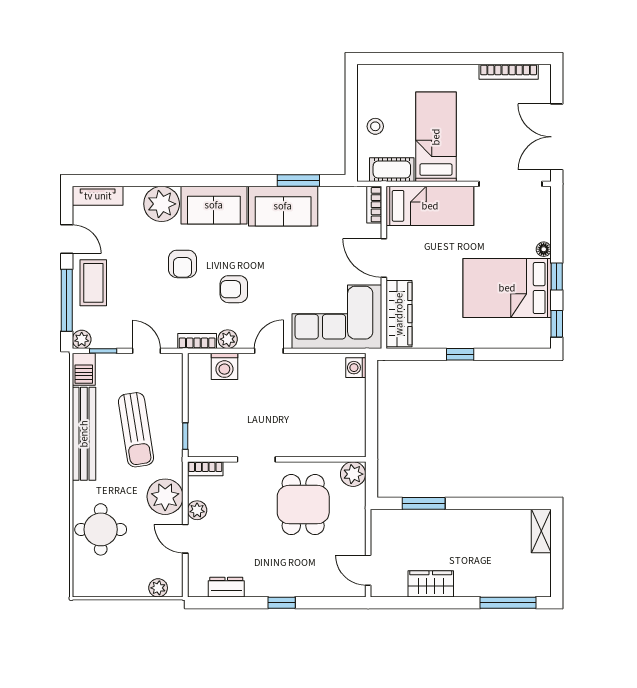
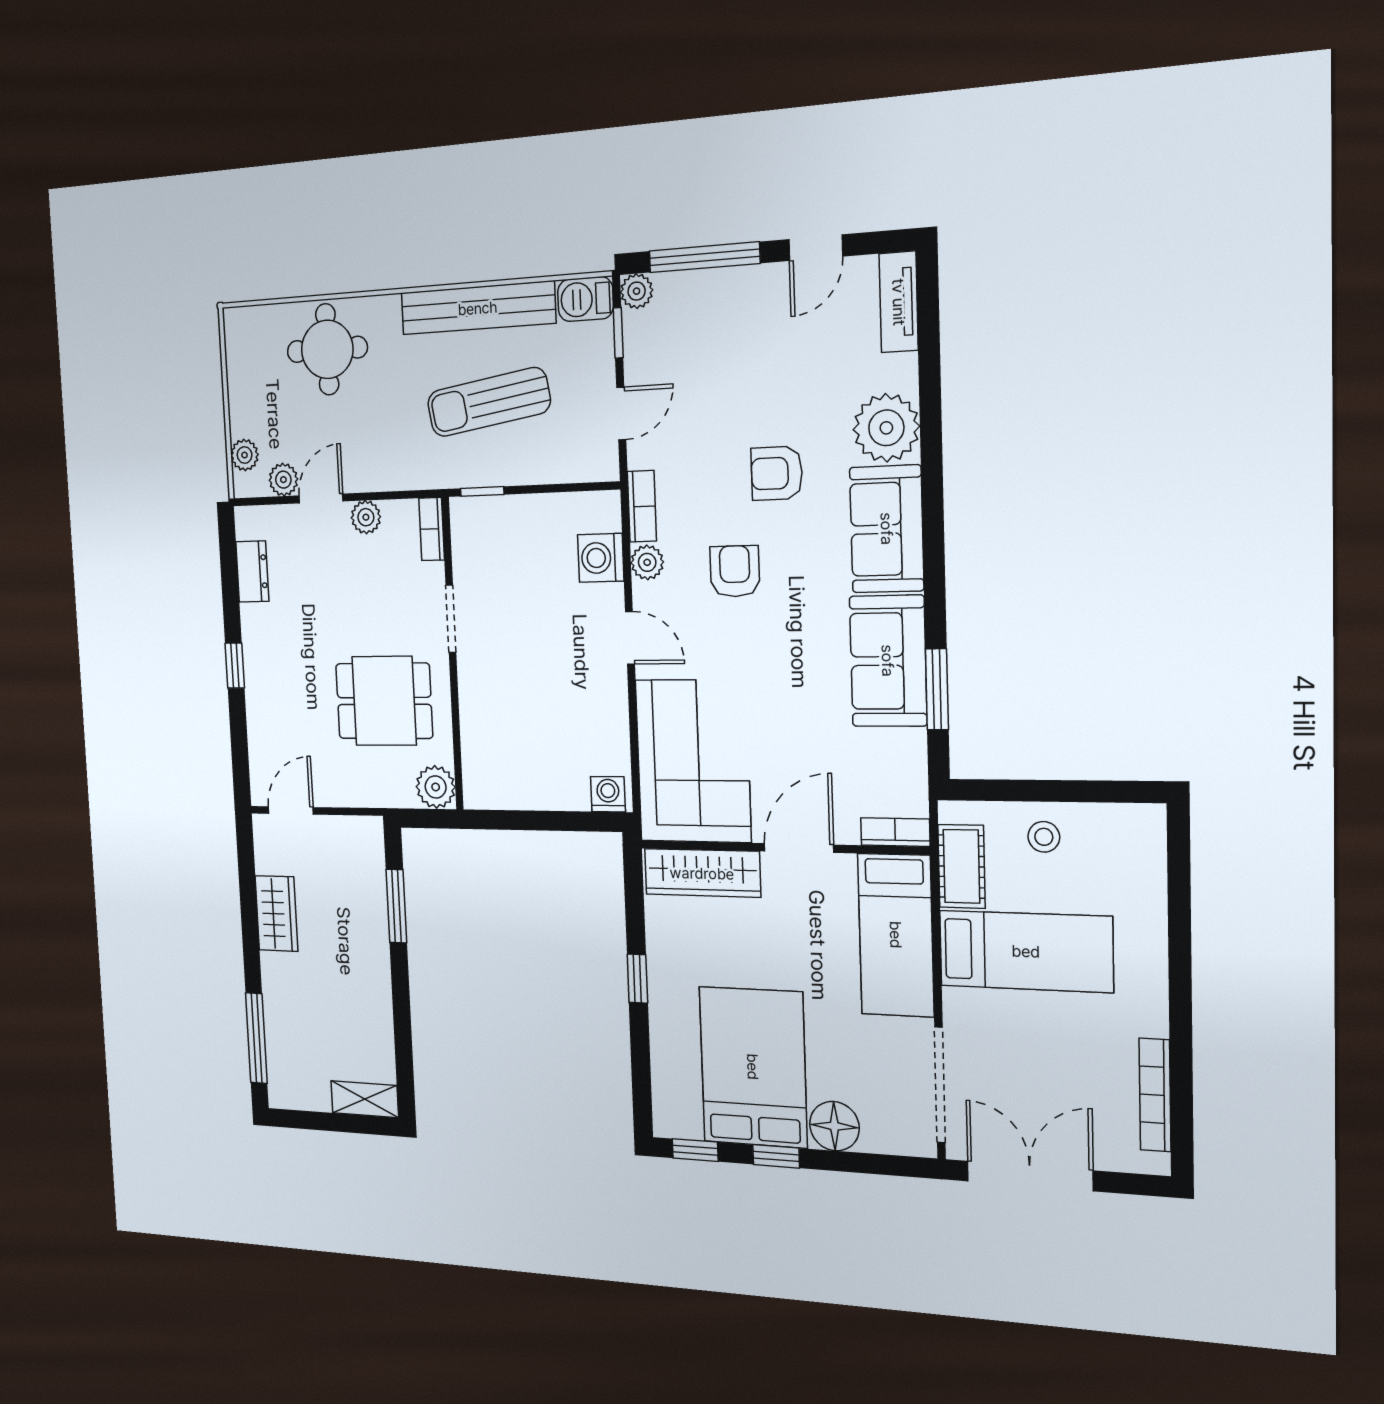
floor lamp: (544, 249) -> (834, 1126), width x1.89, depth x1.89
coffee table: (93, 283) -> (737, 305), removed
plant: (165, 497) -> (283, 480), moved, width x0.53, depth x0.53

